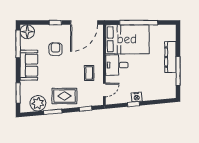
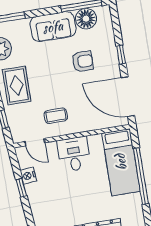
floor lamp: (27, 32) -> (86, 19), moved
bed: (127, 39) -> (121, 162), width x0.67
nightstand: (137, 97) -> (28, 176), moved

